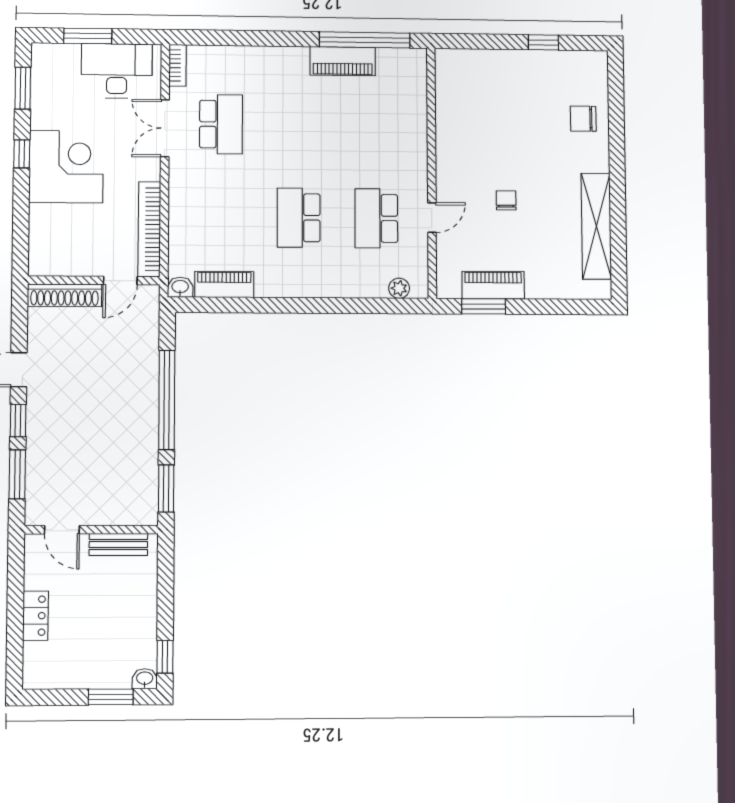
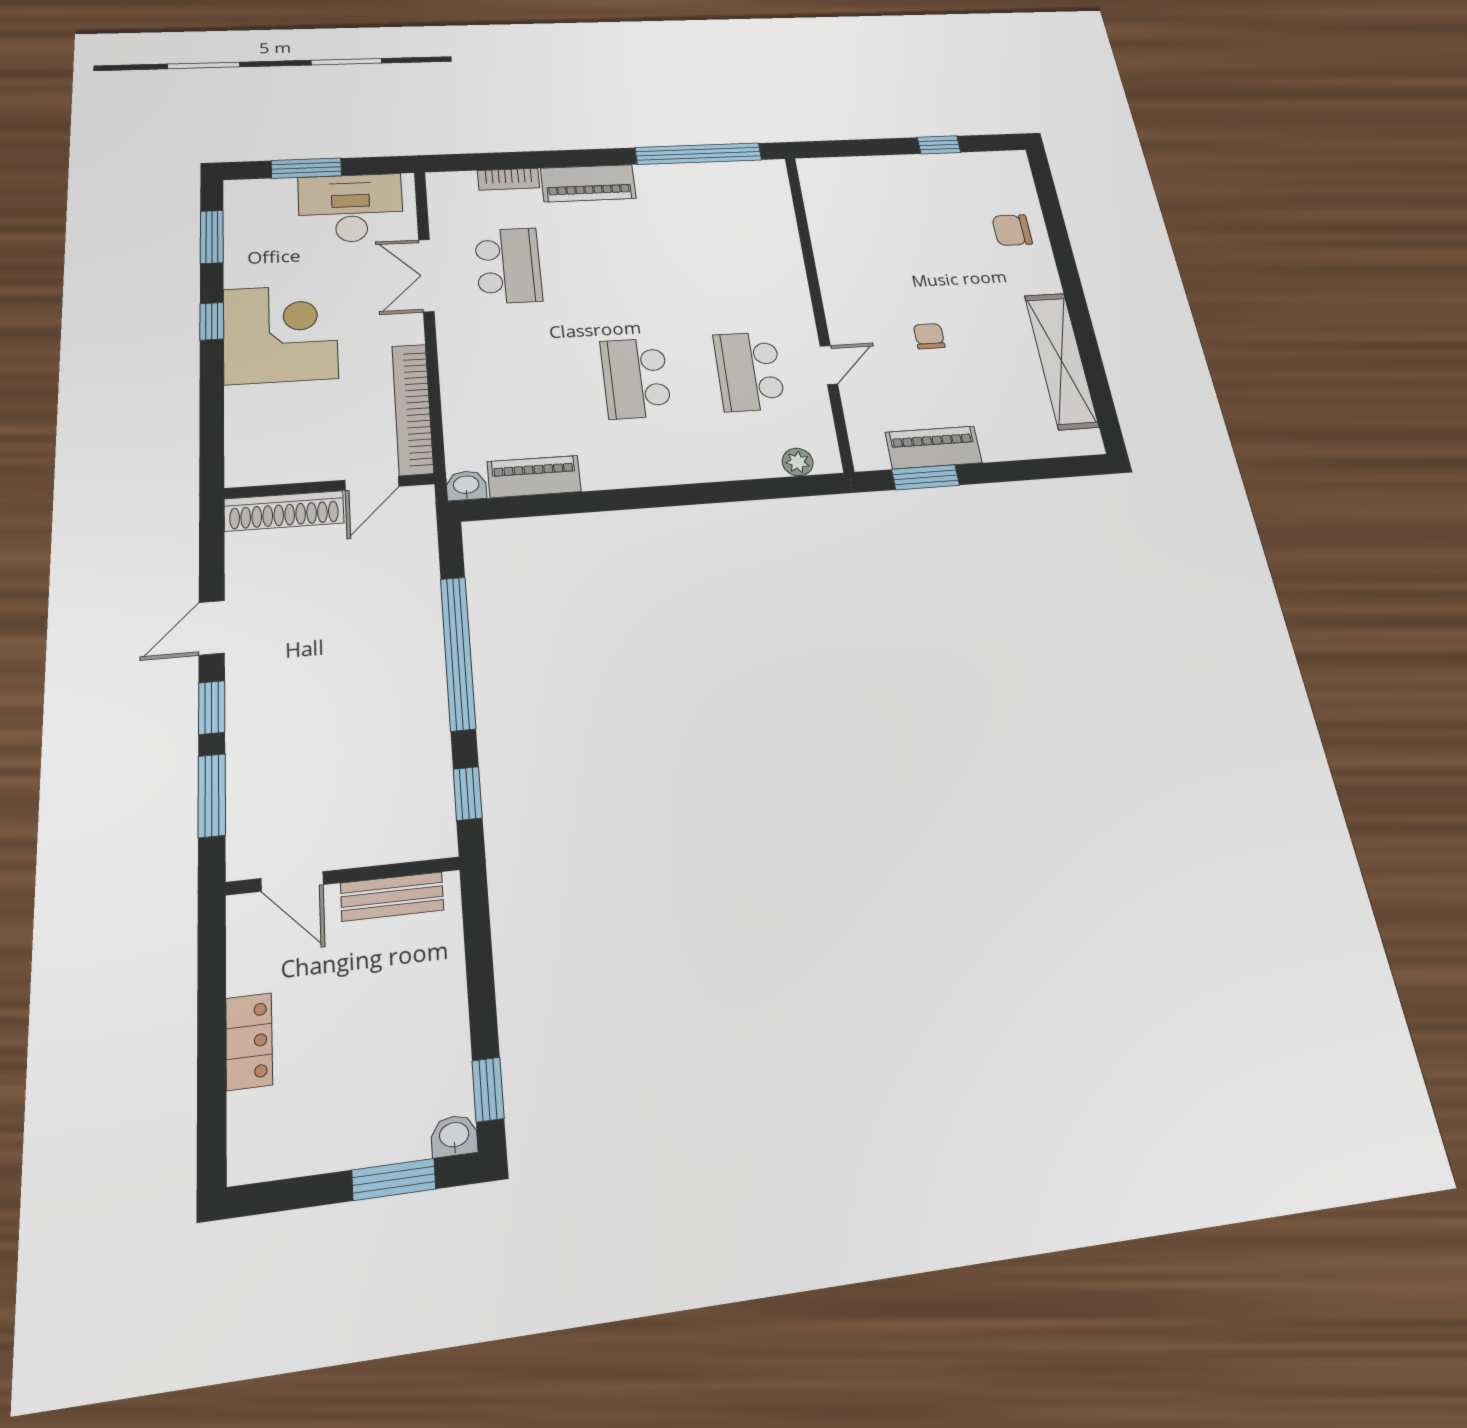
piano: (343, 61) -> (588, 183), moved
bookcase: (178, 65) -> (509, 179), moved, turned 90
window: (166, 489) -> (468, 794), width x0.67

